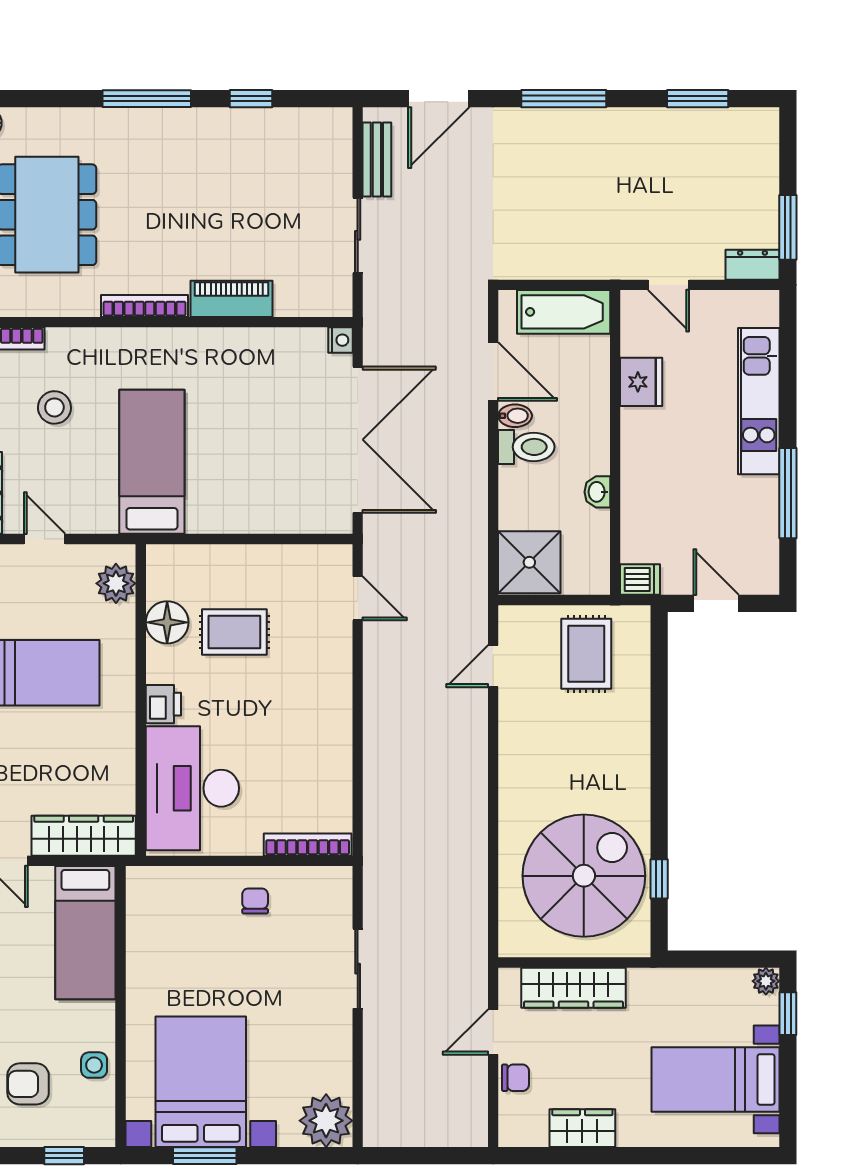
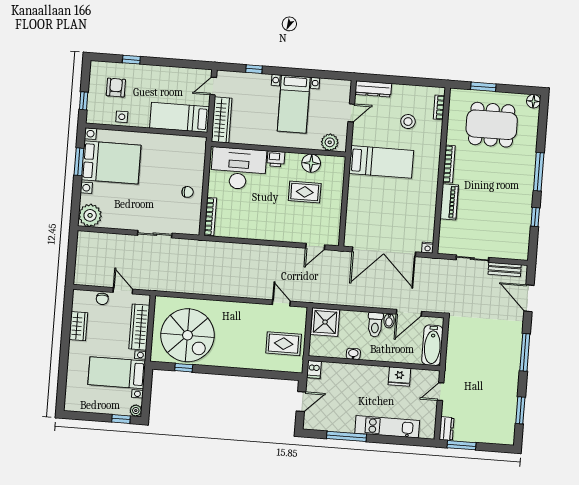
rug: (234, 632) -> (305, 192), turned 90
bed with nightstands: (715, 1079) -> (117, 373), moved, turned -90

